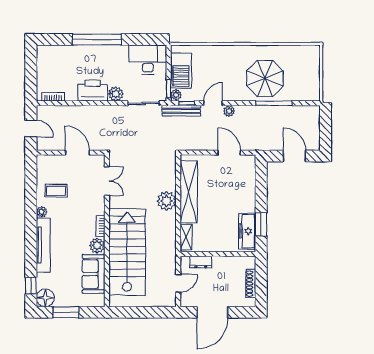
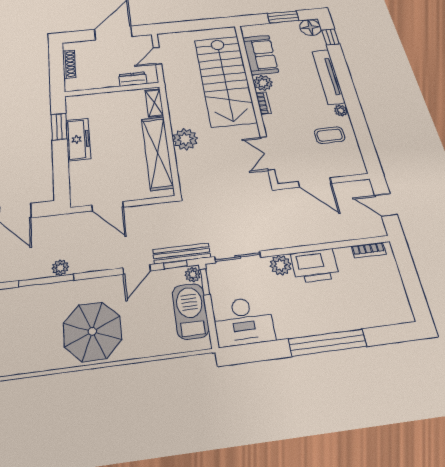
parasol: (265, 78) -> (92, 331), moved
plant: (229, 111) -> (60, 268), moved
freezer: (247, 231) -> (78, 139), moved

